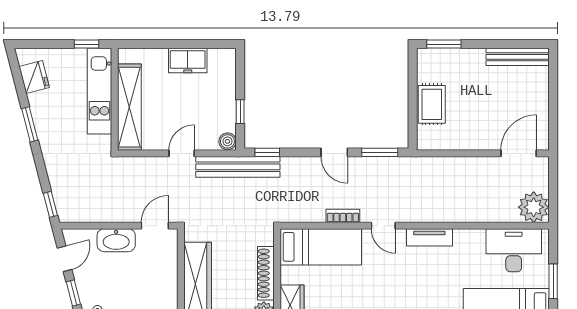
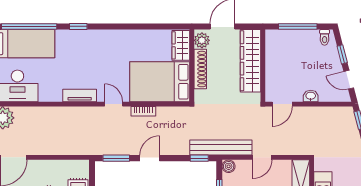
door: (334, 152) -> (150, 158), hinge flipped
washbasin: (116, 240) -> (311, 96), width x0.52, depth x0.69
bed: (321, 247) -> (160, 82), width x1.50
door: (65, 259) -> (349, 80), hinge flipped

